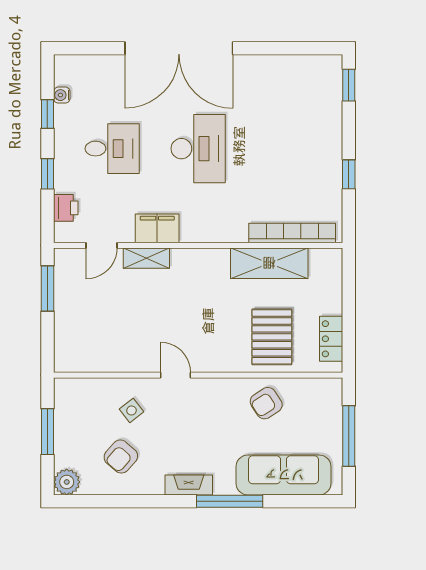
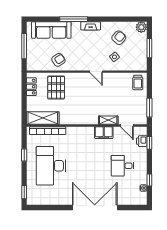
desk: (198, 149) -> (51, 166), moved, width x1.36, depth x1.30
window: (47, 174) -> (149, 143), moved
door: (102, 245) -> (127, 126), swing flipped
shelving: (269, 263) -> (43, 118), moved
trolley: (75, 349) -> (138, 82), added

